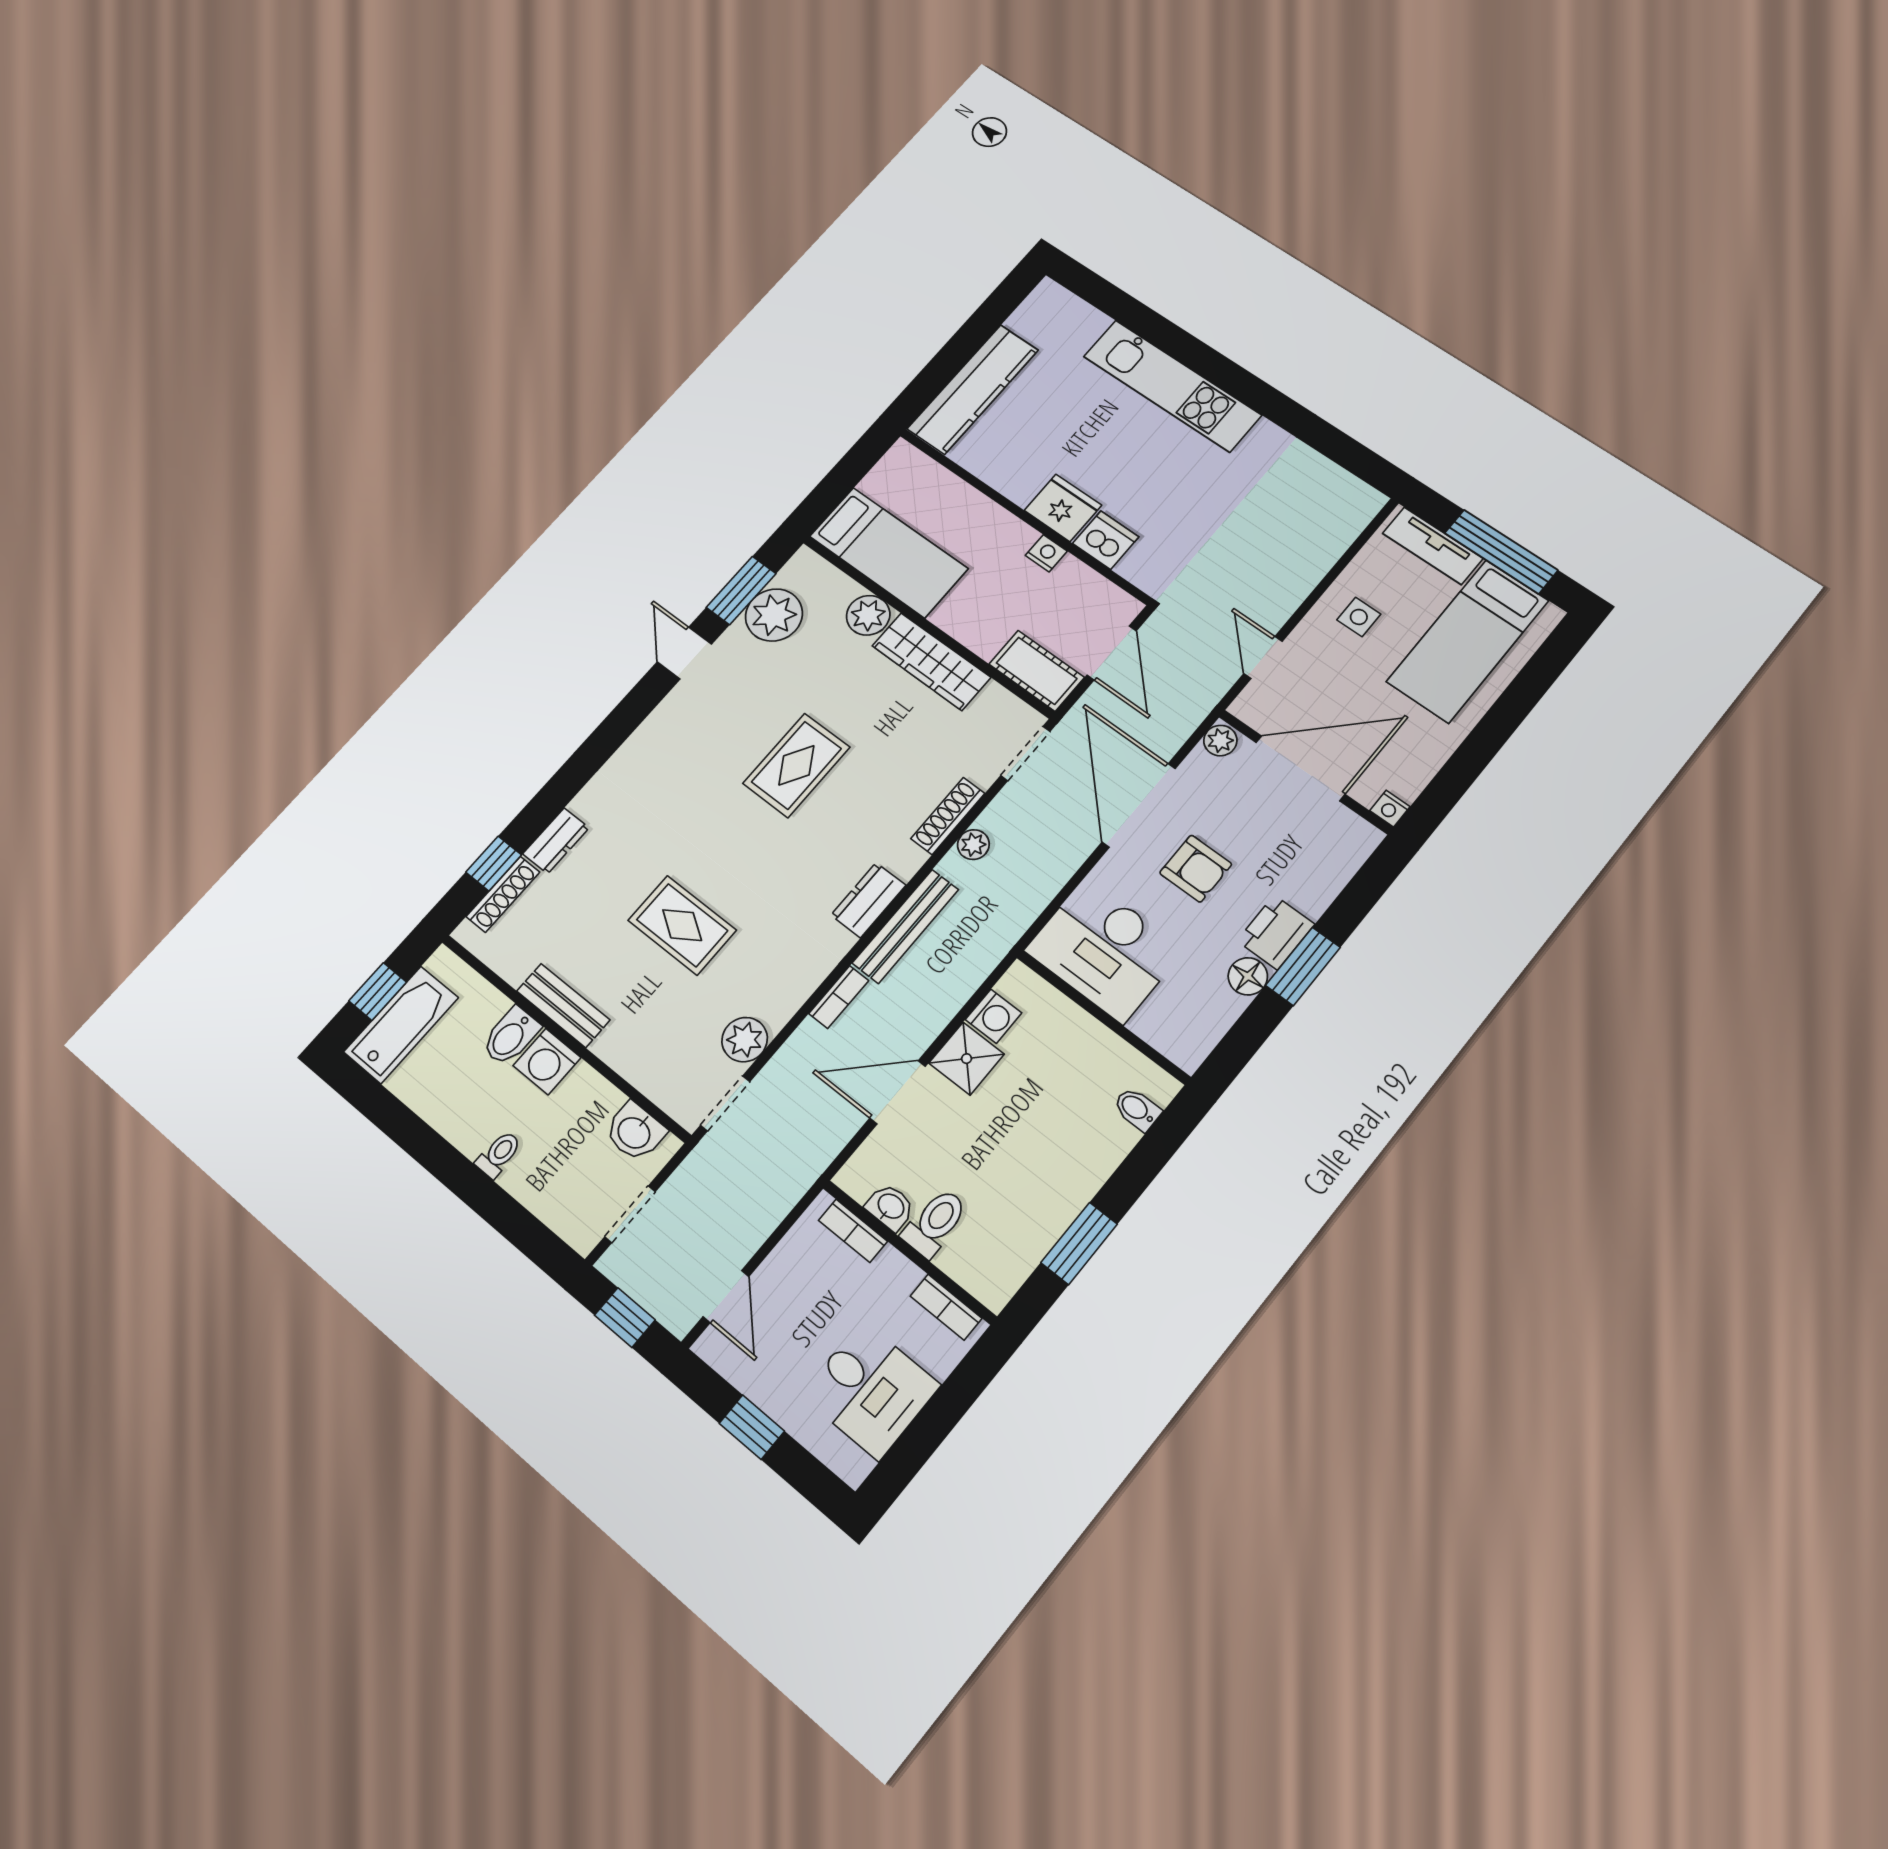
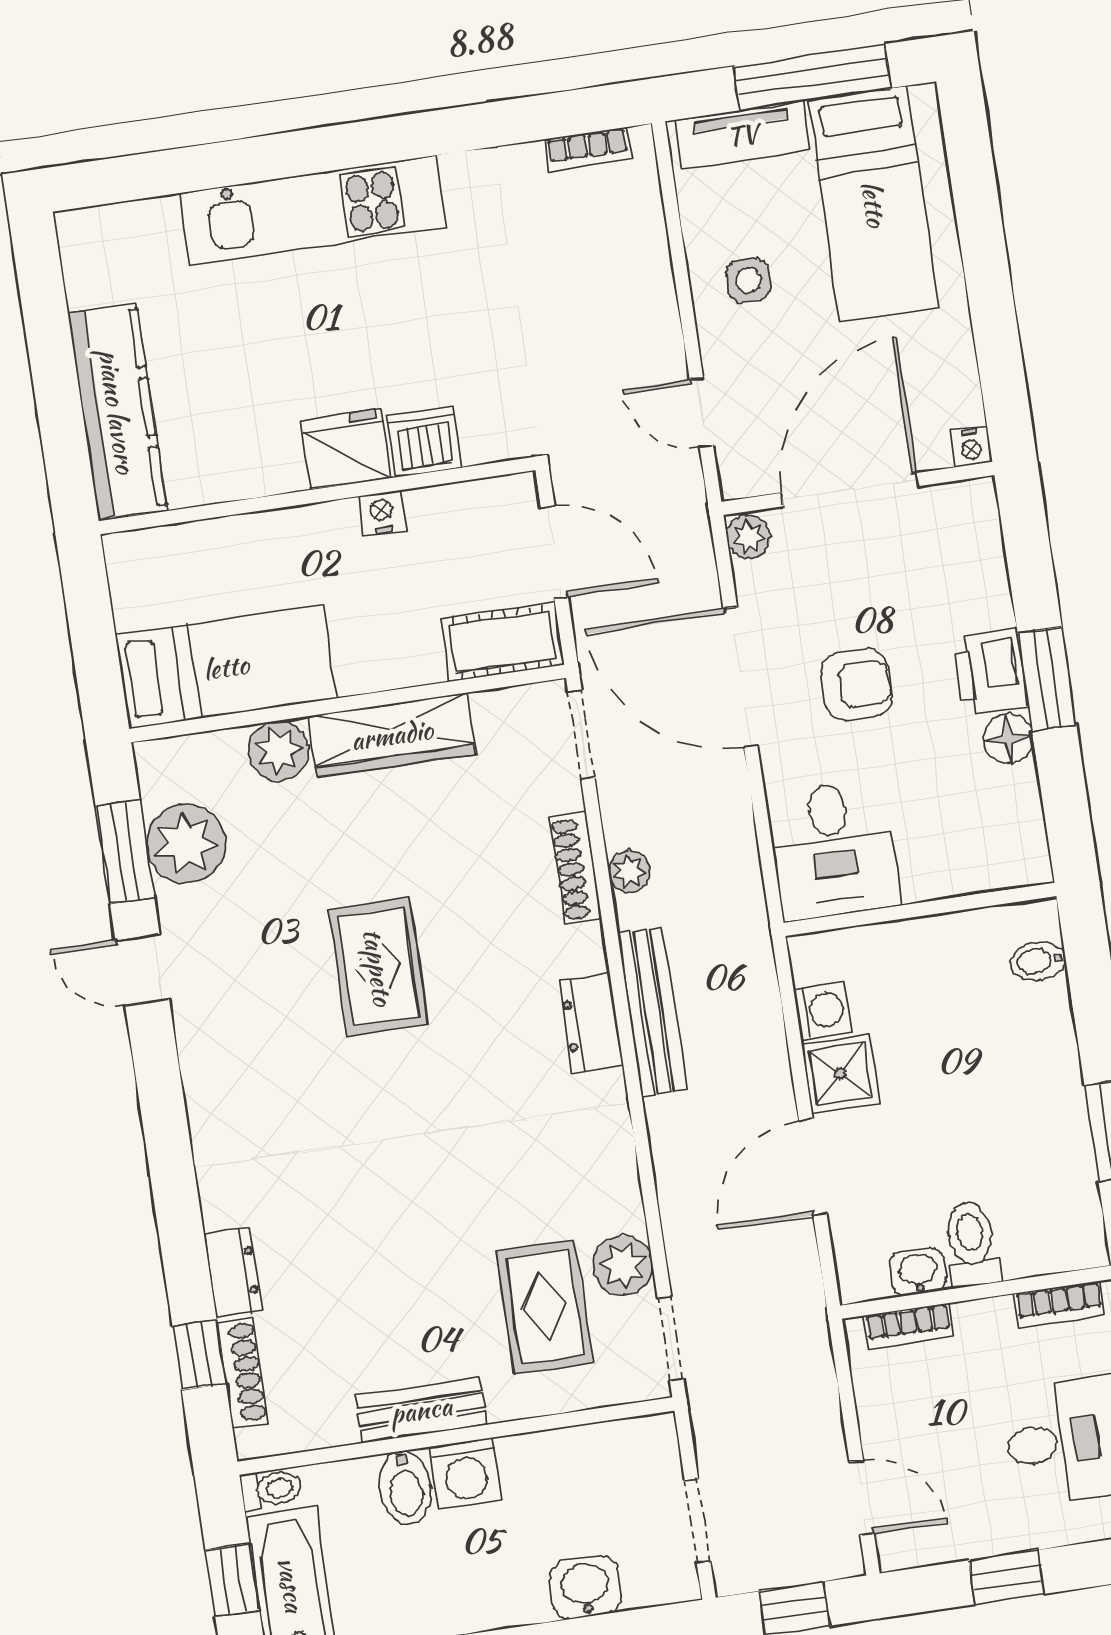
rug: (682, 925) -> (545, 1307), moved, turned 90
desk: (1104, 950) -> (833, 850), width x0.73
bookcase: (839, 997) -> (588, 149), moved, turned 90
washbasin: (635, 1132) -> (585, 1587), moved, turned 180
toilet: (499, 1154) -> (271, 1489), moved, turned 90

